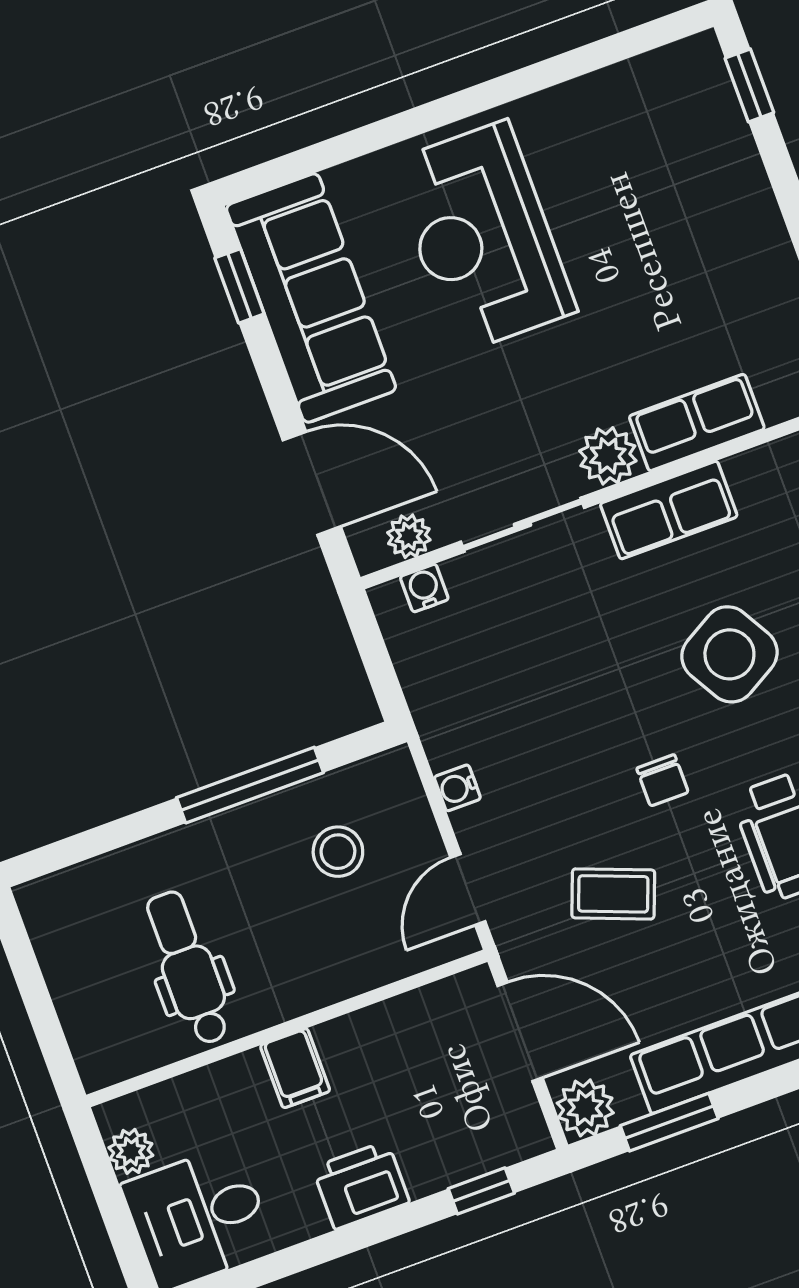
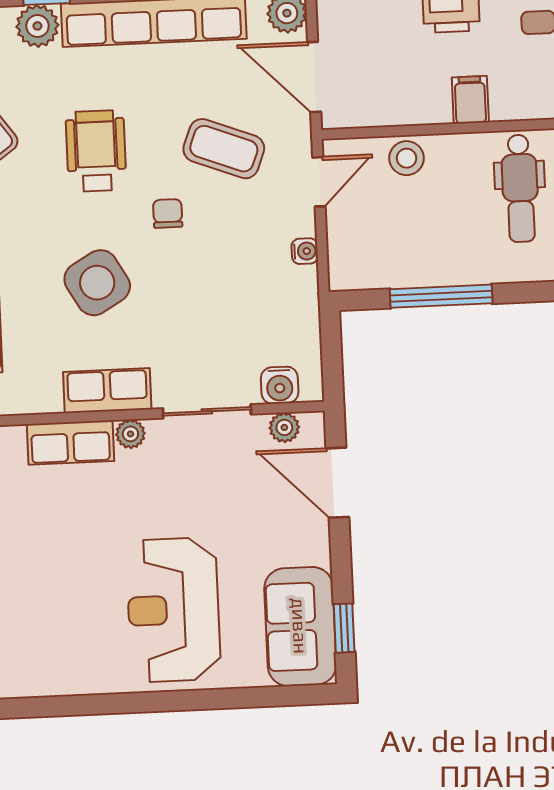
reception desk: (482, 237) -> (173, 610), turned 180
sofa: (311, 298) -> (300, 626), width x0.73
plant: (608, 456) -> (130, 434), width x0.73, depth x0.73
water cooler: (424, 588) -> (280, 385), width x1.38, depth x1.38
stool: (338, 852) -> (407, 158), moved
coffee table: (613, 894) -> (224, 149), width x1.36, depth x1.30

